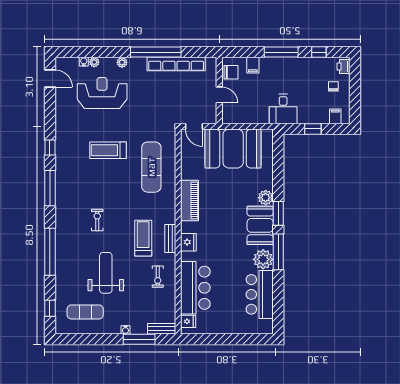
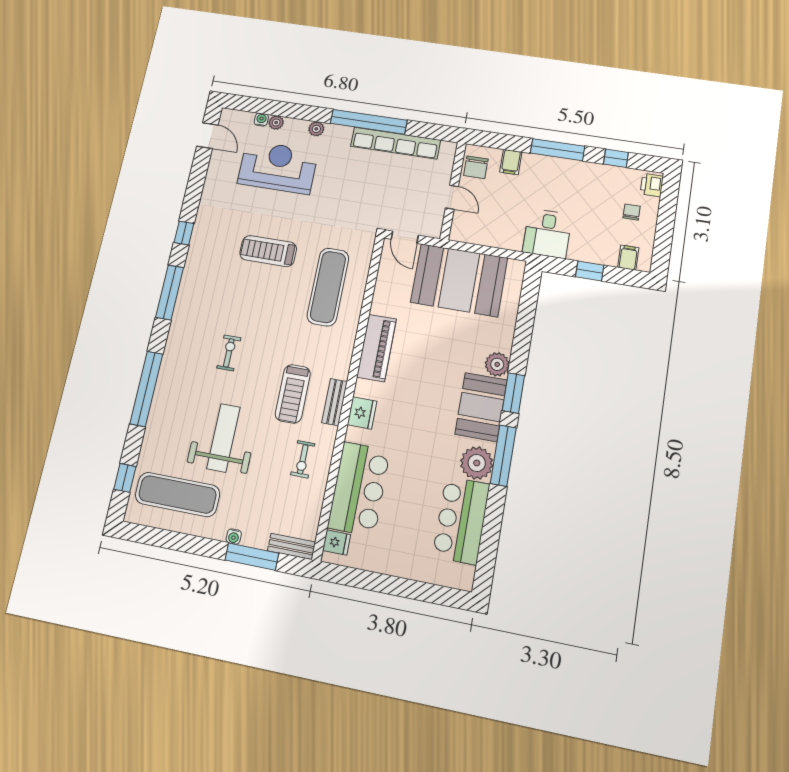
chair: (231, 72) -> (476, 167), turned 90
treadmill: (143, 238) -> (293, 394), turned 180
exercise mat: (85, 312) -> (177, 494), width x1.36, depth x1.45

